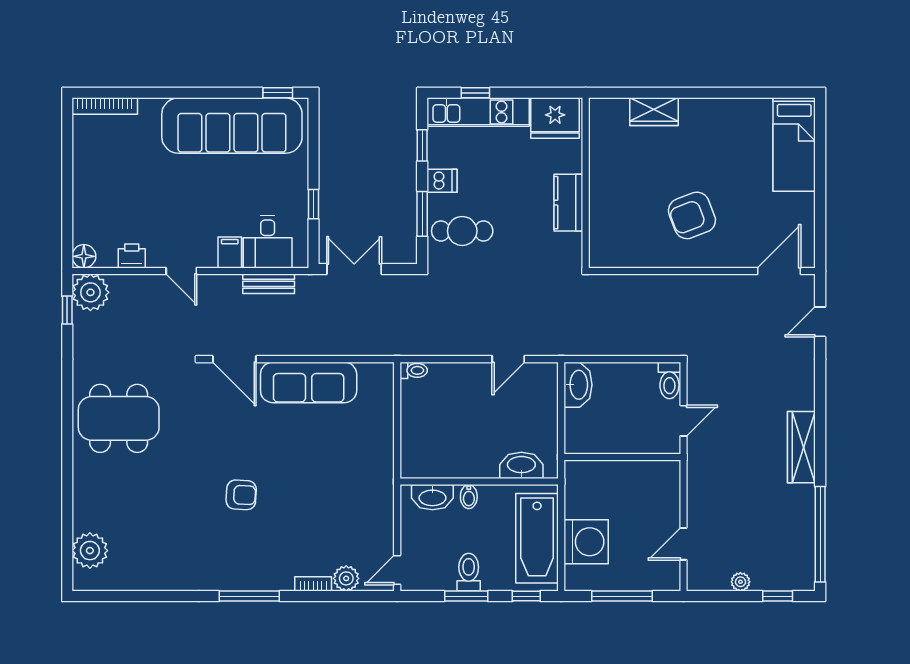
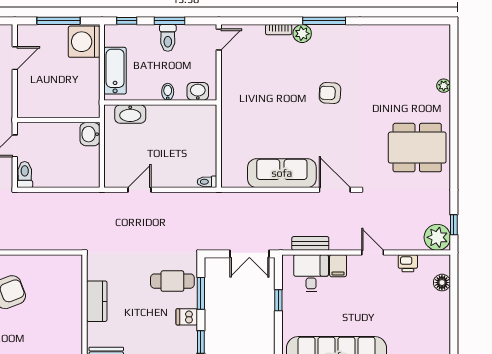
floor lamp: (84, 256) -> (442, 283), moved
washbasin: (578, 385) -> (90, 134), moved, width x0.72
washbasin: (432, 497) -> (198, 91), width x0.72
bathtub: (537, 538) -> (115, 71), width x0.73, depth x0.73
washing machine: (586, 542) -> (84, 42), moved
plant: (90, 551) -> (444, 86), moved, width x0.53, depth x0.53
plant: (346, 578) -> (302, 34), moved

